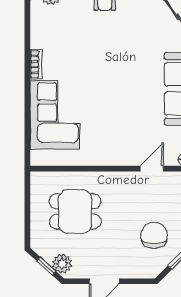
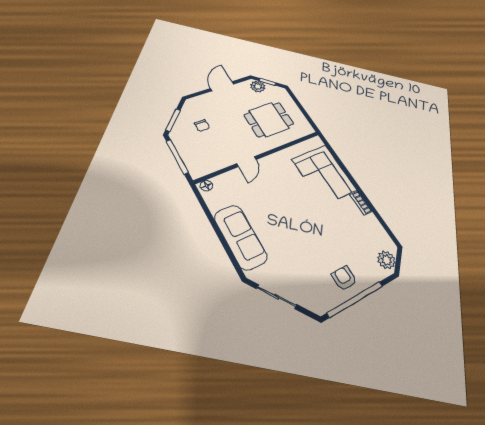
door: (152, 169) -> (246, 162), moved
chair: (154, 235) -> (202, 125), width x0.54, depth x0.54

